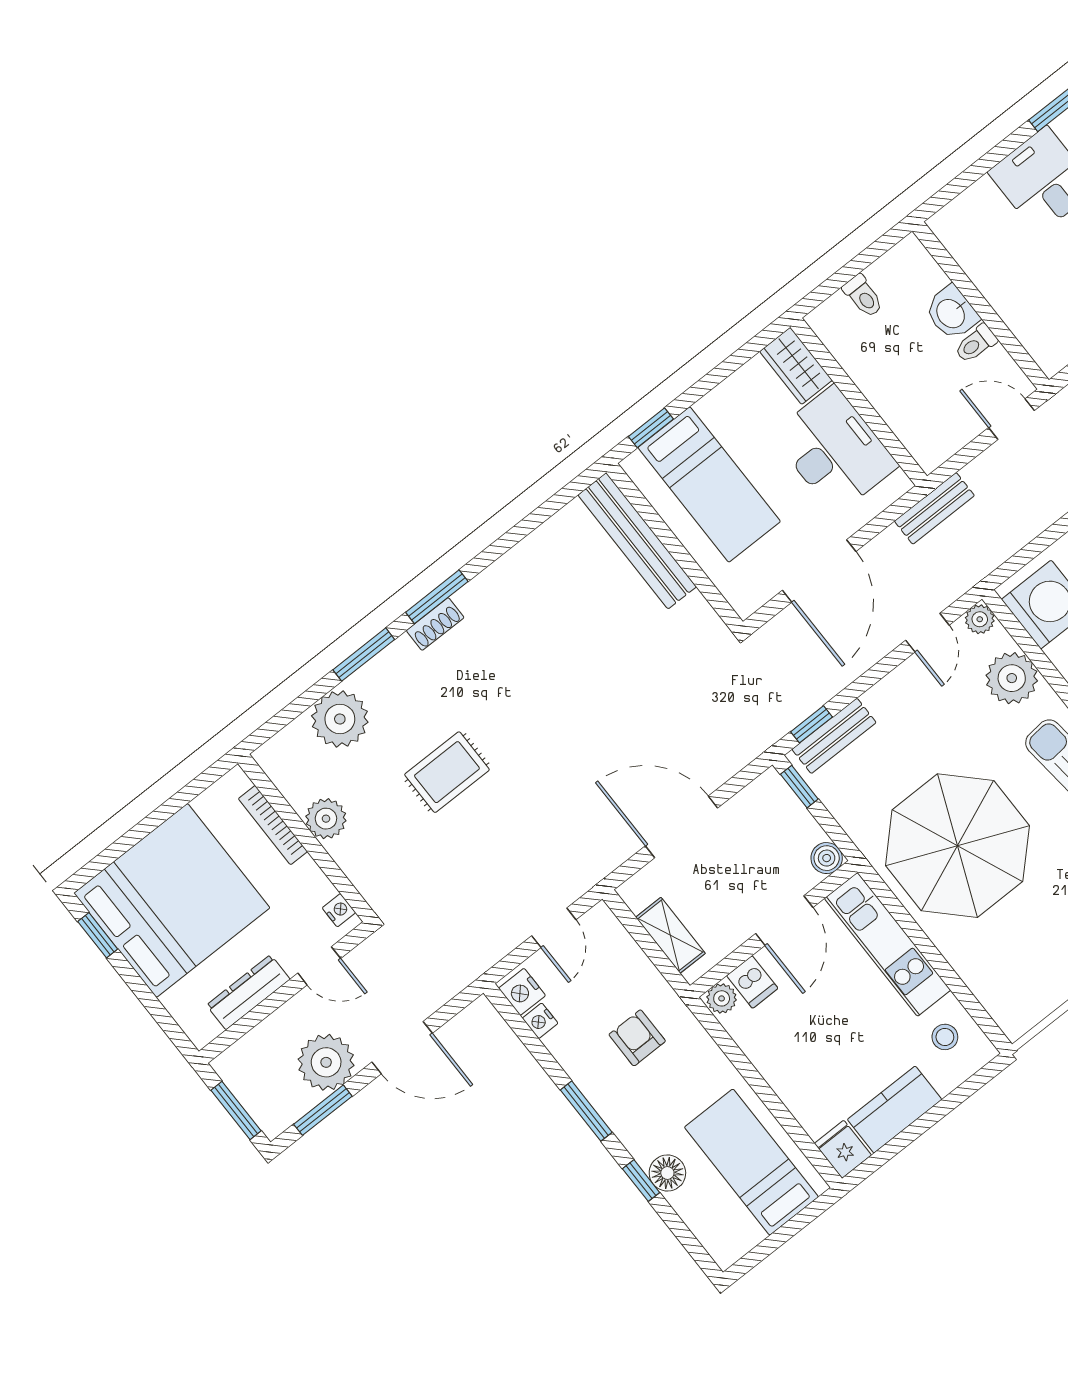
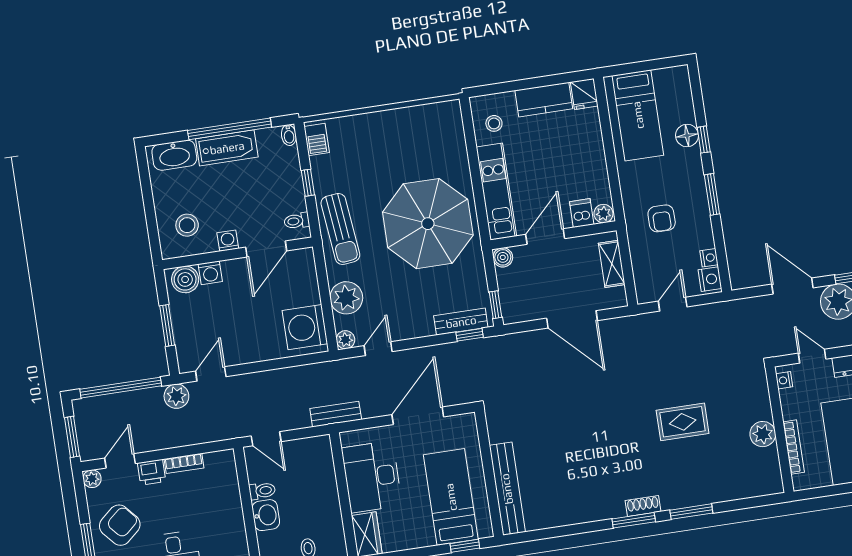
plant: (340, 719) -> (724, 484), removed

